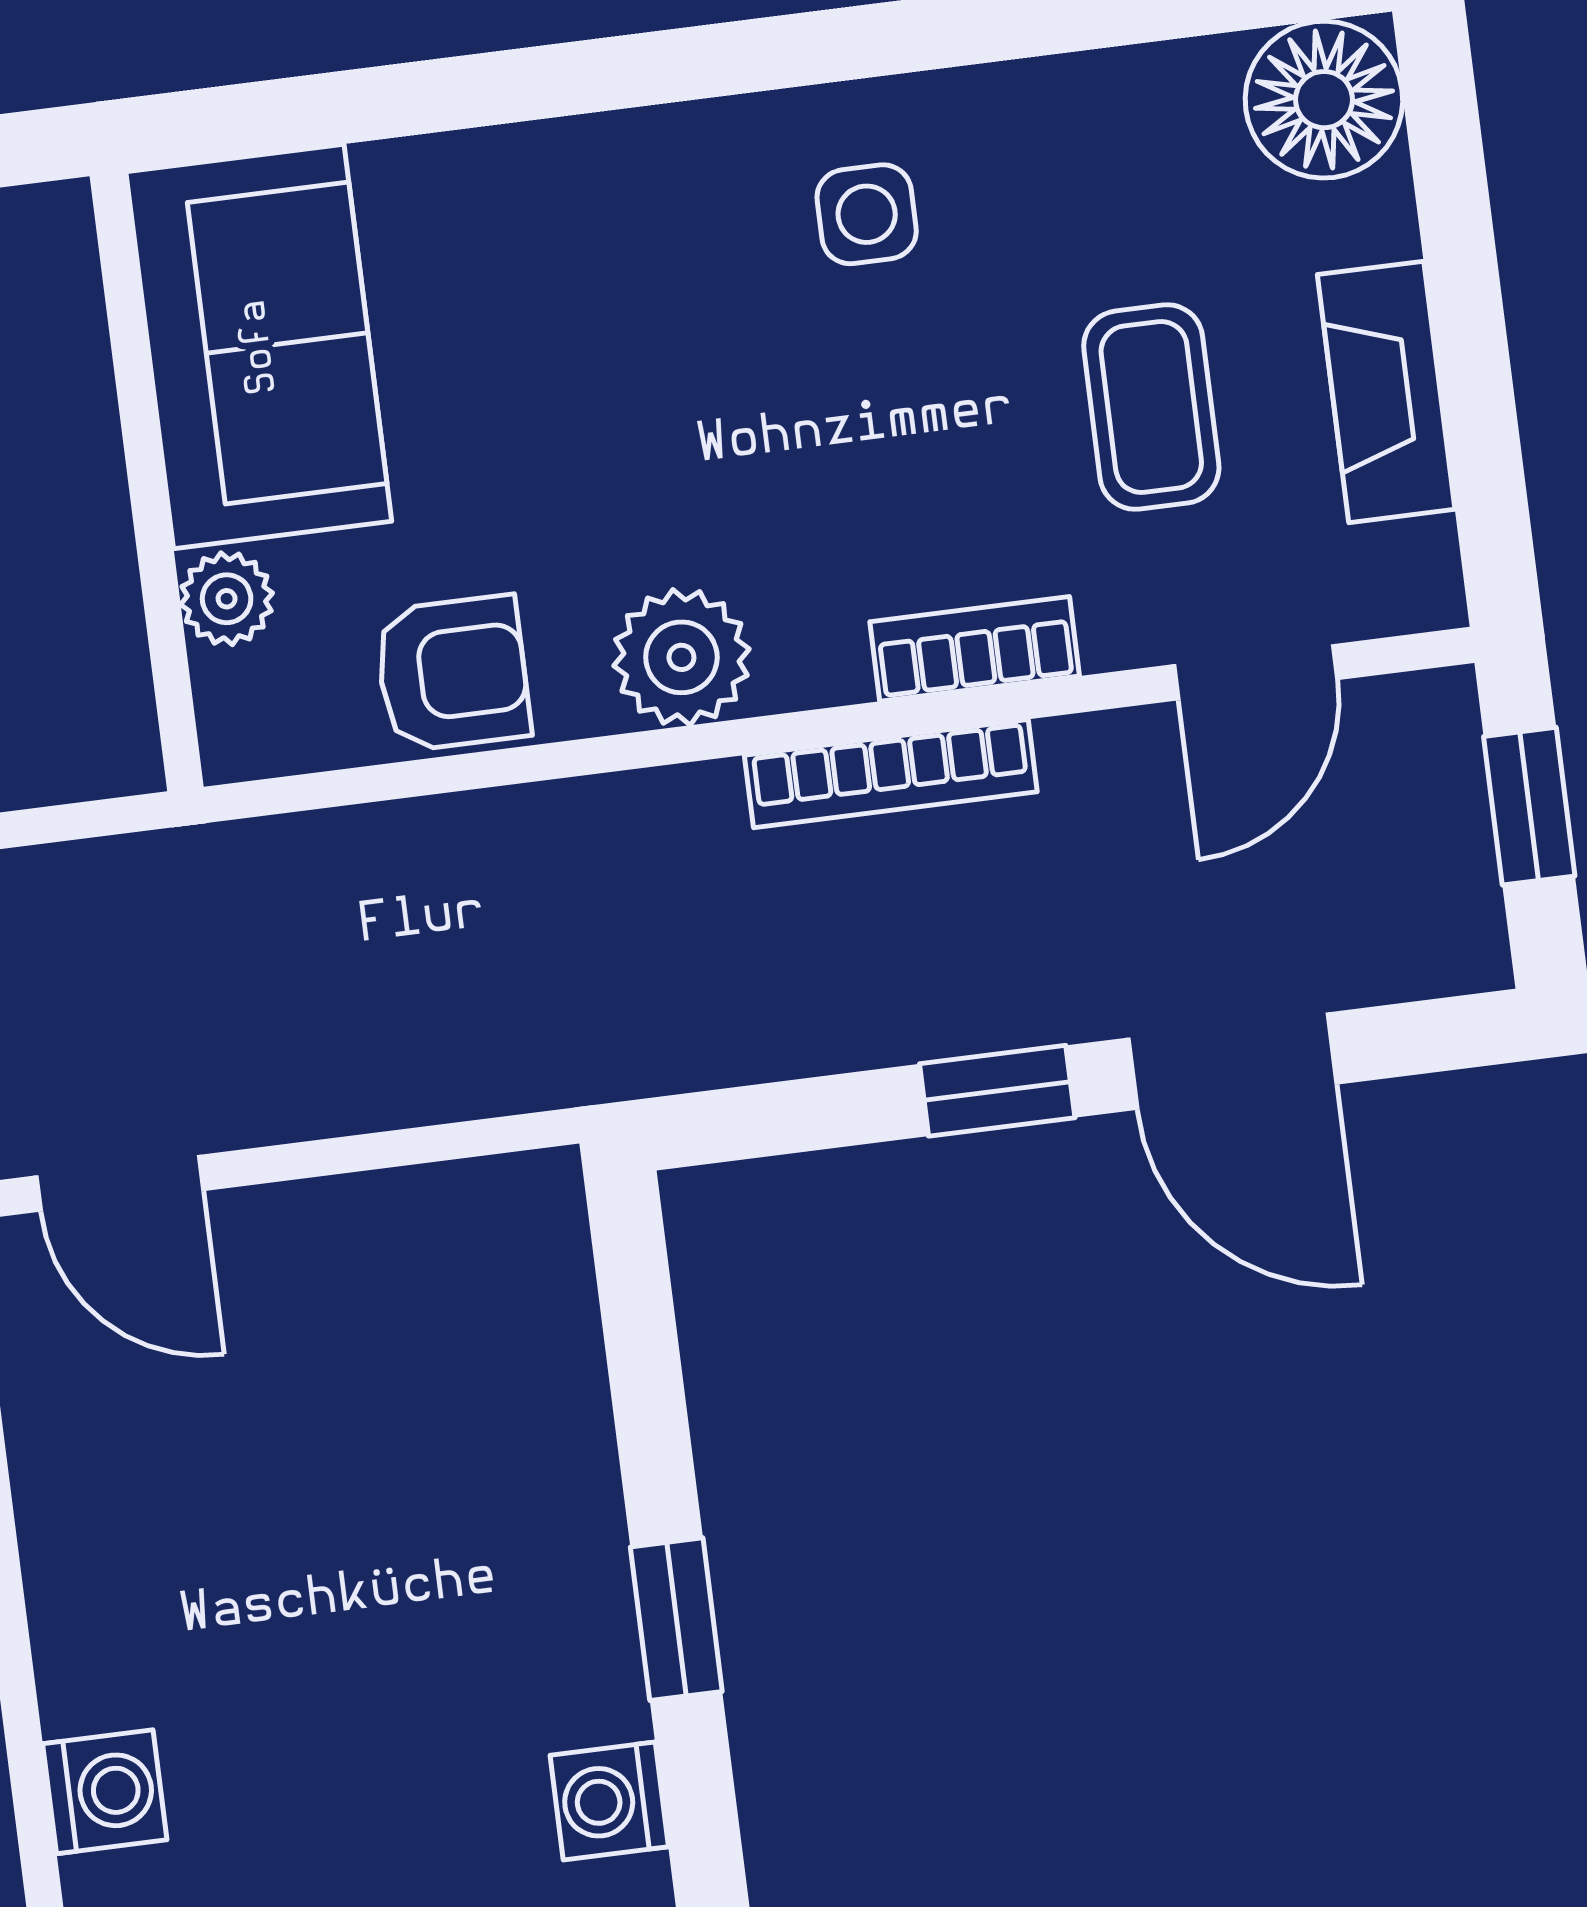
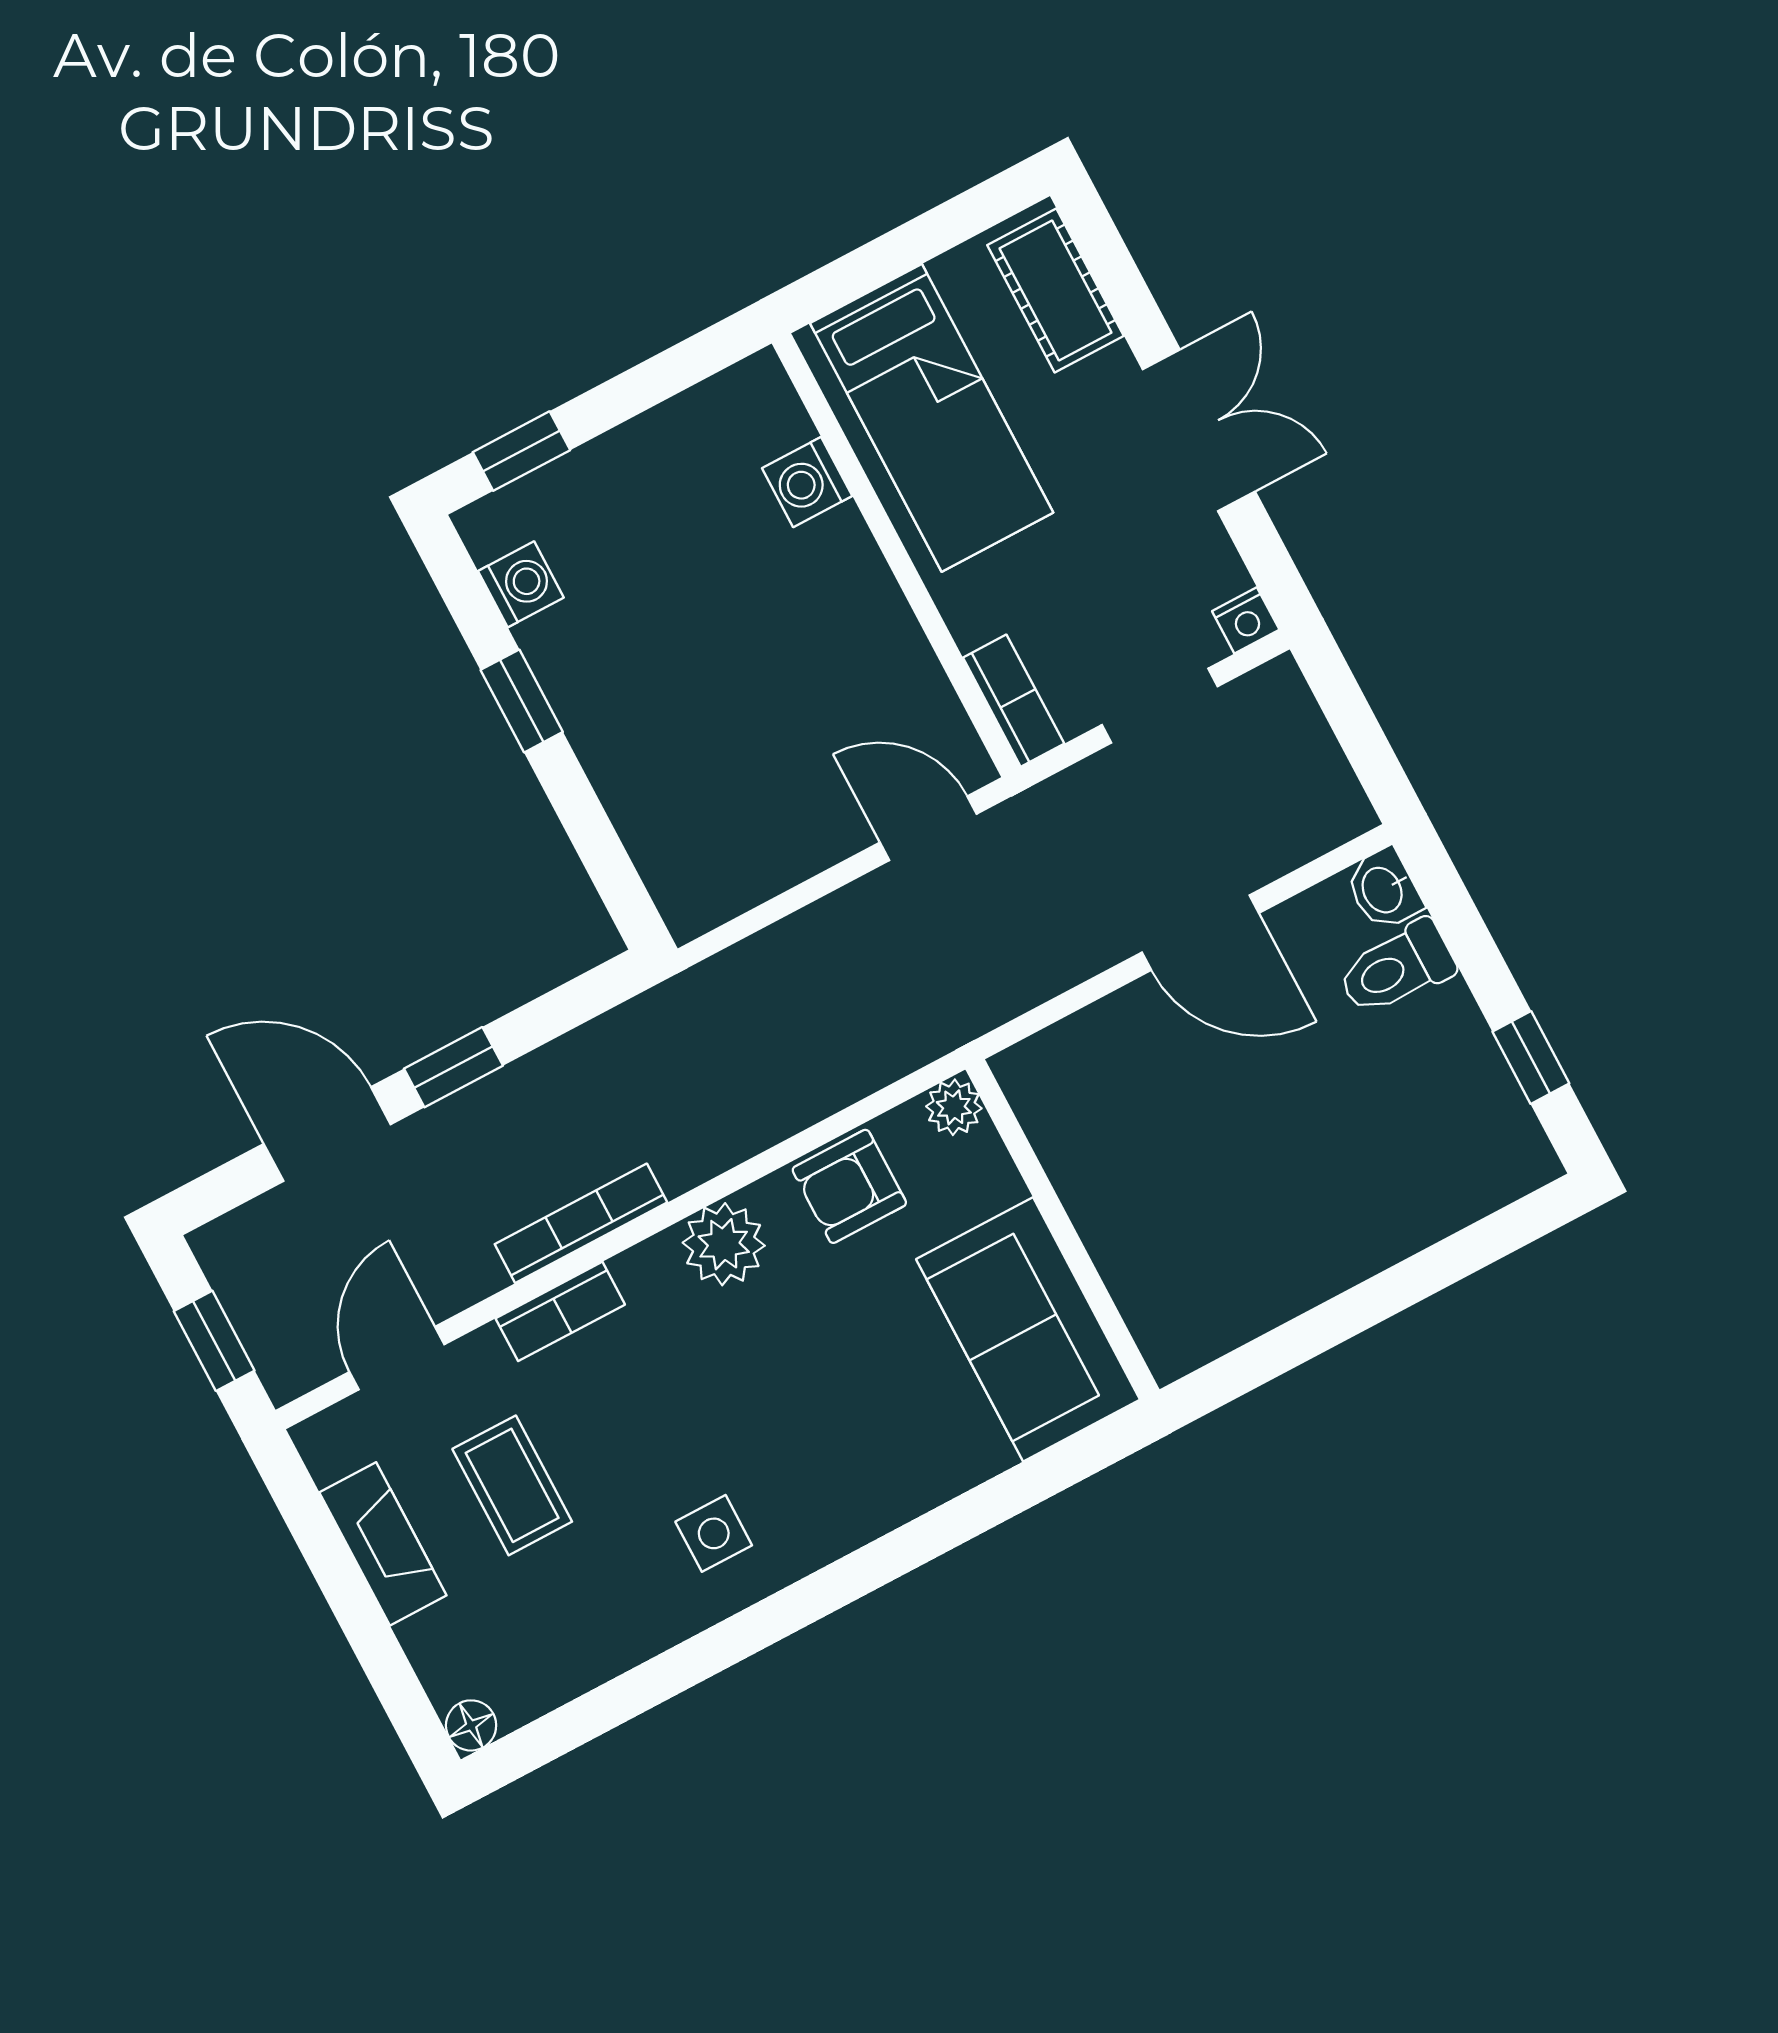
floor lamp: (1324, 100) -> (471, 1725), width x0.53, depth x0.53
plant: (227, 599) -> (954, 1107), moved

